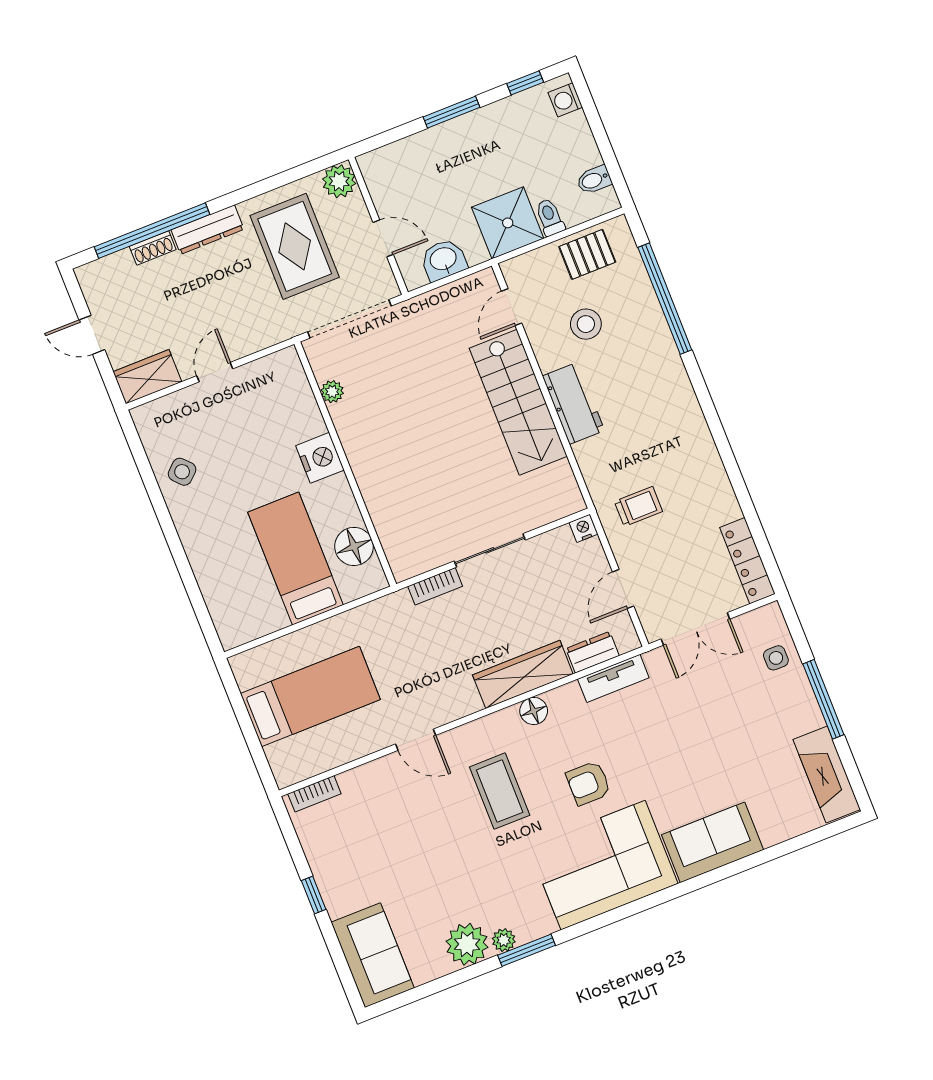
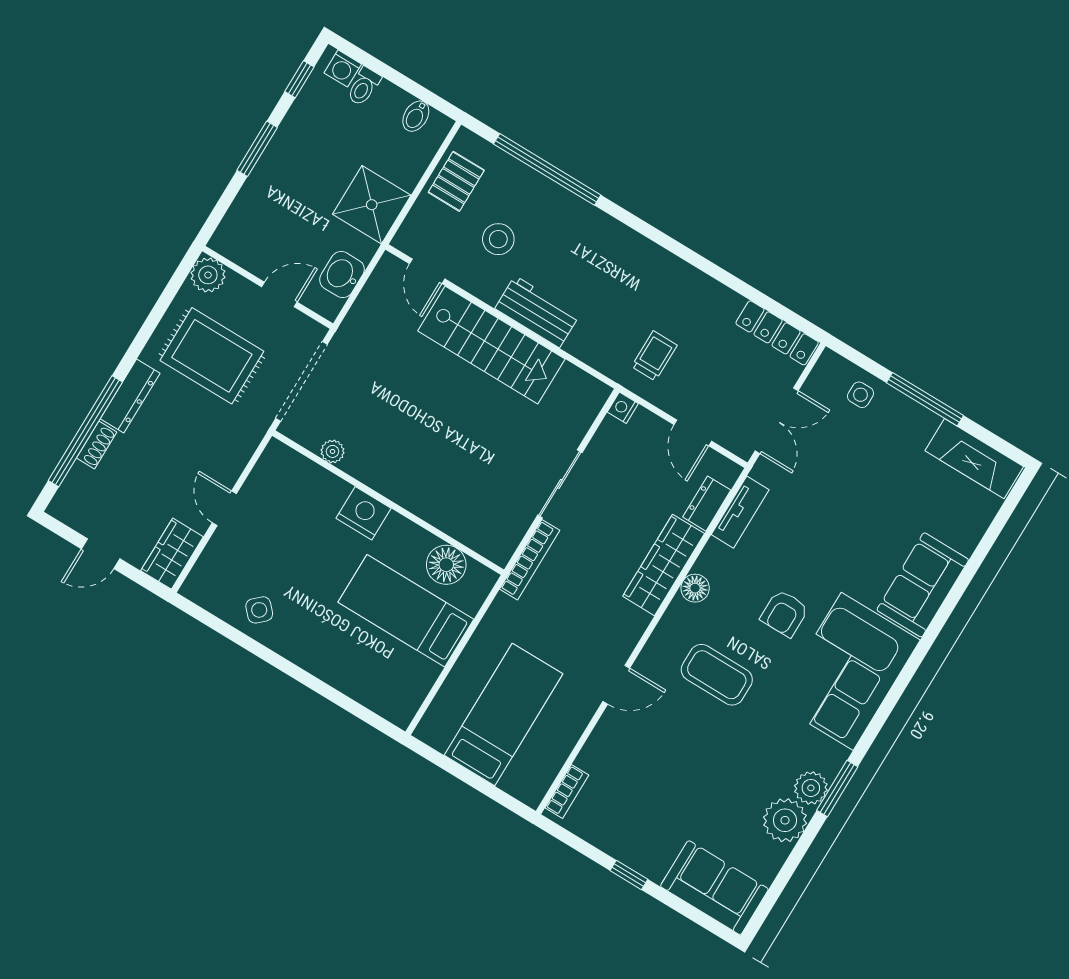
toilet: (550, 217) -> (364, 86), moved, turned -90
bookcase: (435, 586) -> (530, 560), width x1.56
plant: (504, 940) -> (811, 788), width x1.38, depth x1.38

